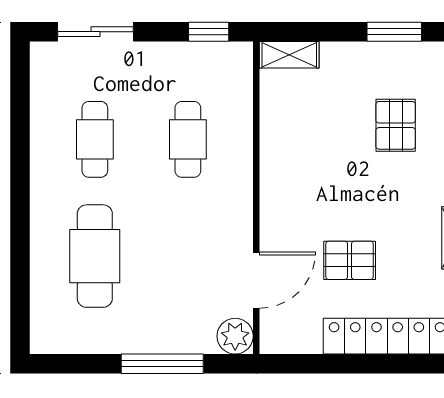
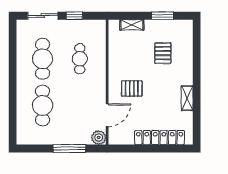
window: (209, 32) -> (74, 16), moved
shelving: (289, 55) -> (132, 25), moved
cafe table: (95, 139) -> (43, 59), width x1.37, depth x1.35
pallet: (350, 260) -> (132, 88), moved

